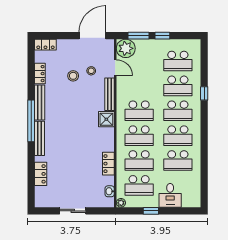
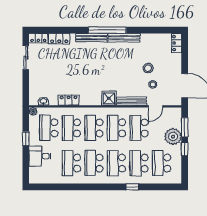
plant: (126, 48) -> (173, 137), moved
locker: (40, 74) -> (38, 38), moved
school desk: (139, 86) -> (139, 128), added
sliding door: (73, 211) -> (26, 58), moved

